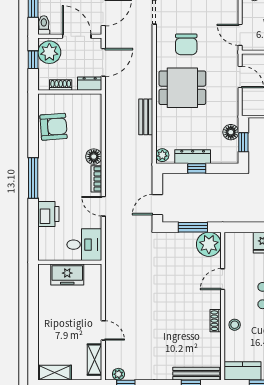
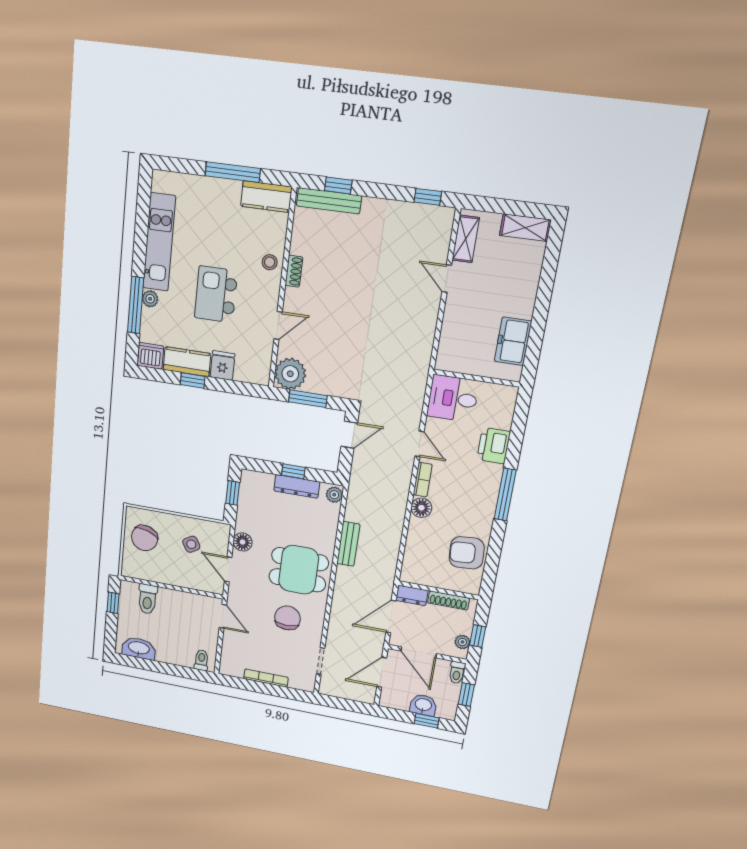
plant: (49, 52) -> (462, 642), width x0.53, depth x0.53
shoe rack: (61, 85) -> (449, 600), width x1.43
floor lamp: (231, 132) -> (243, 542), moved
freezer: (67, 275) -> (513, 341), moved, turned -90
plant: (118, 374) -> (436, 214), removed

